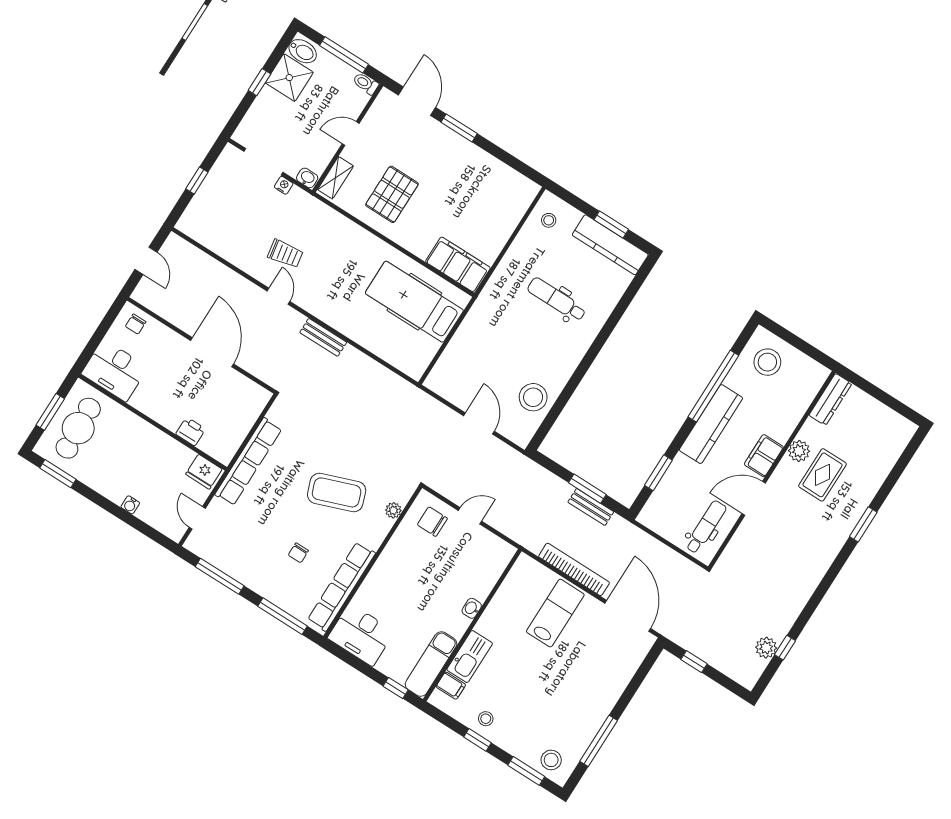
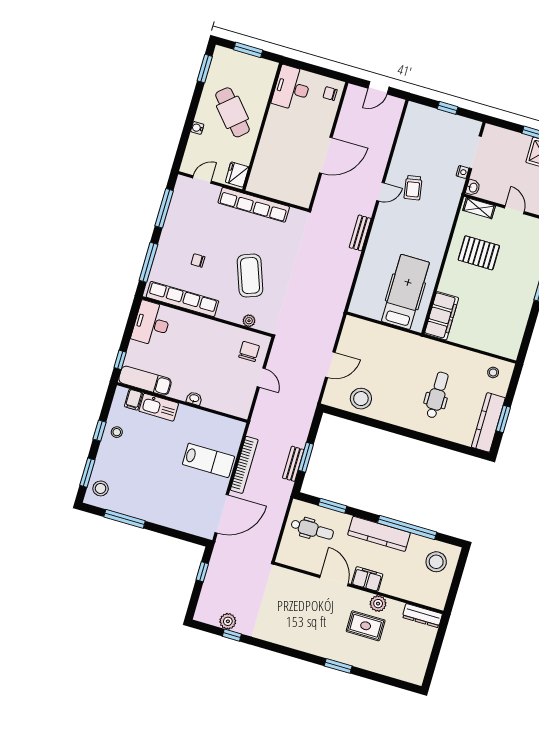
cafe table: (78, 428) -> (232, 112), moved, turned 52
printer: (191, 431) -> (264, 156), removed
dental chair: (706, 527) -> (312, 529), moved

